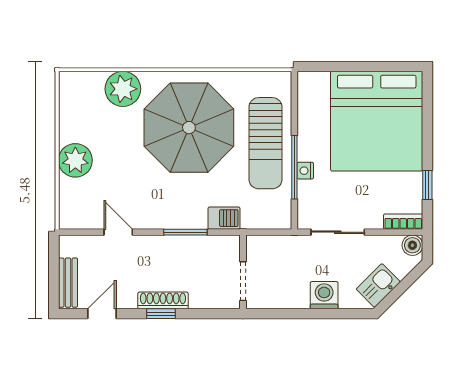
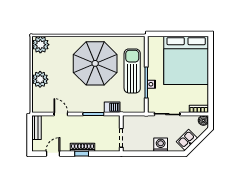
plant: (123, 89) -> (40, 45), moved
sun lounger: (265, 143) -> (132, 71), turned 180
window: (427, 185) -> (211, 91), removed
bench: (68, 283) -> (36, 128), moved

